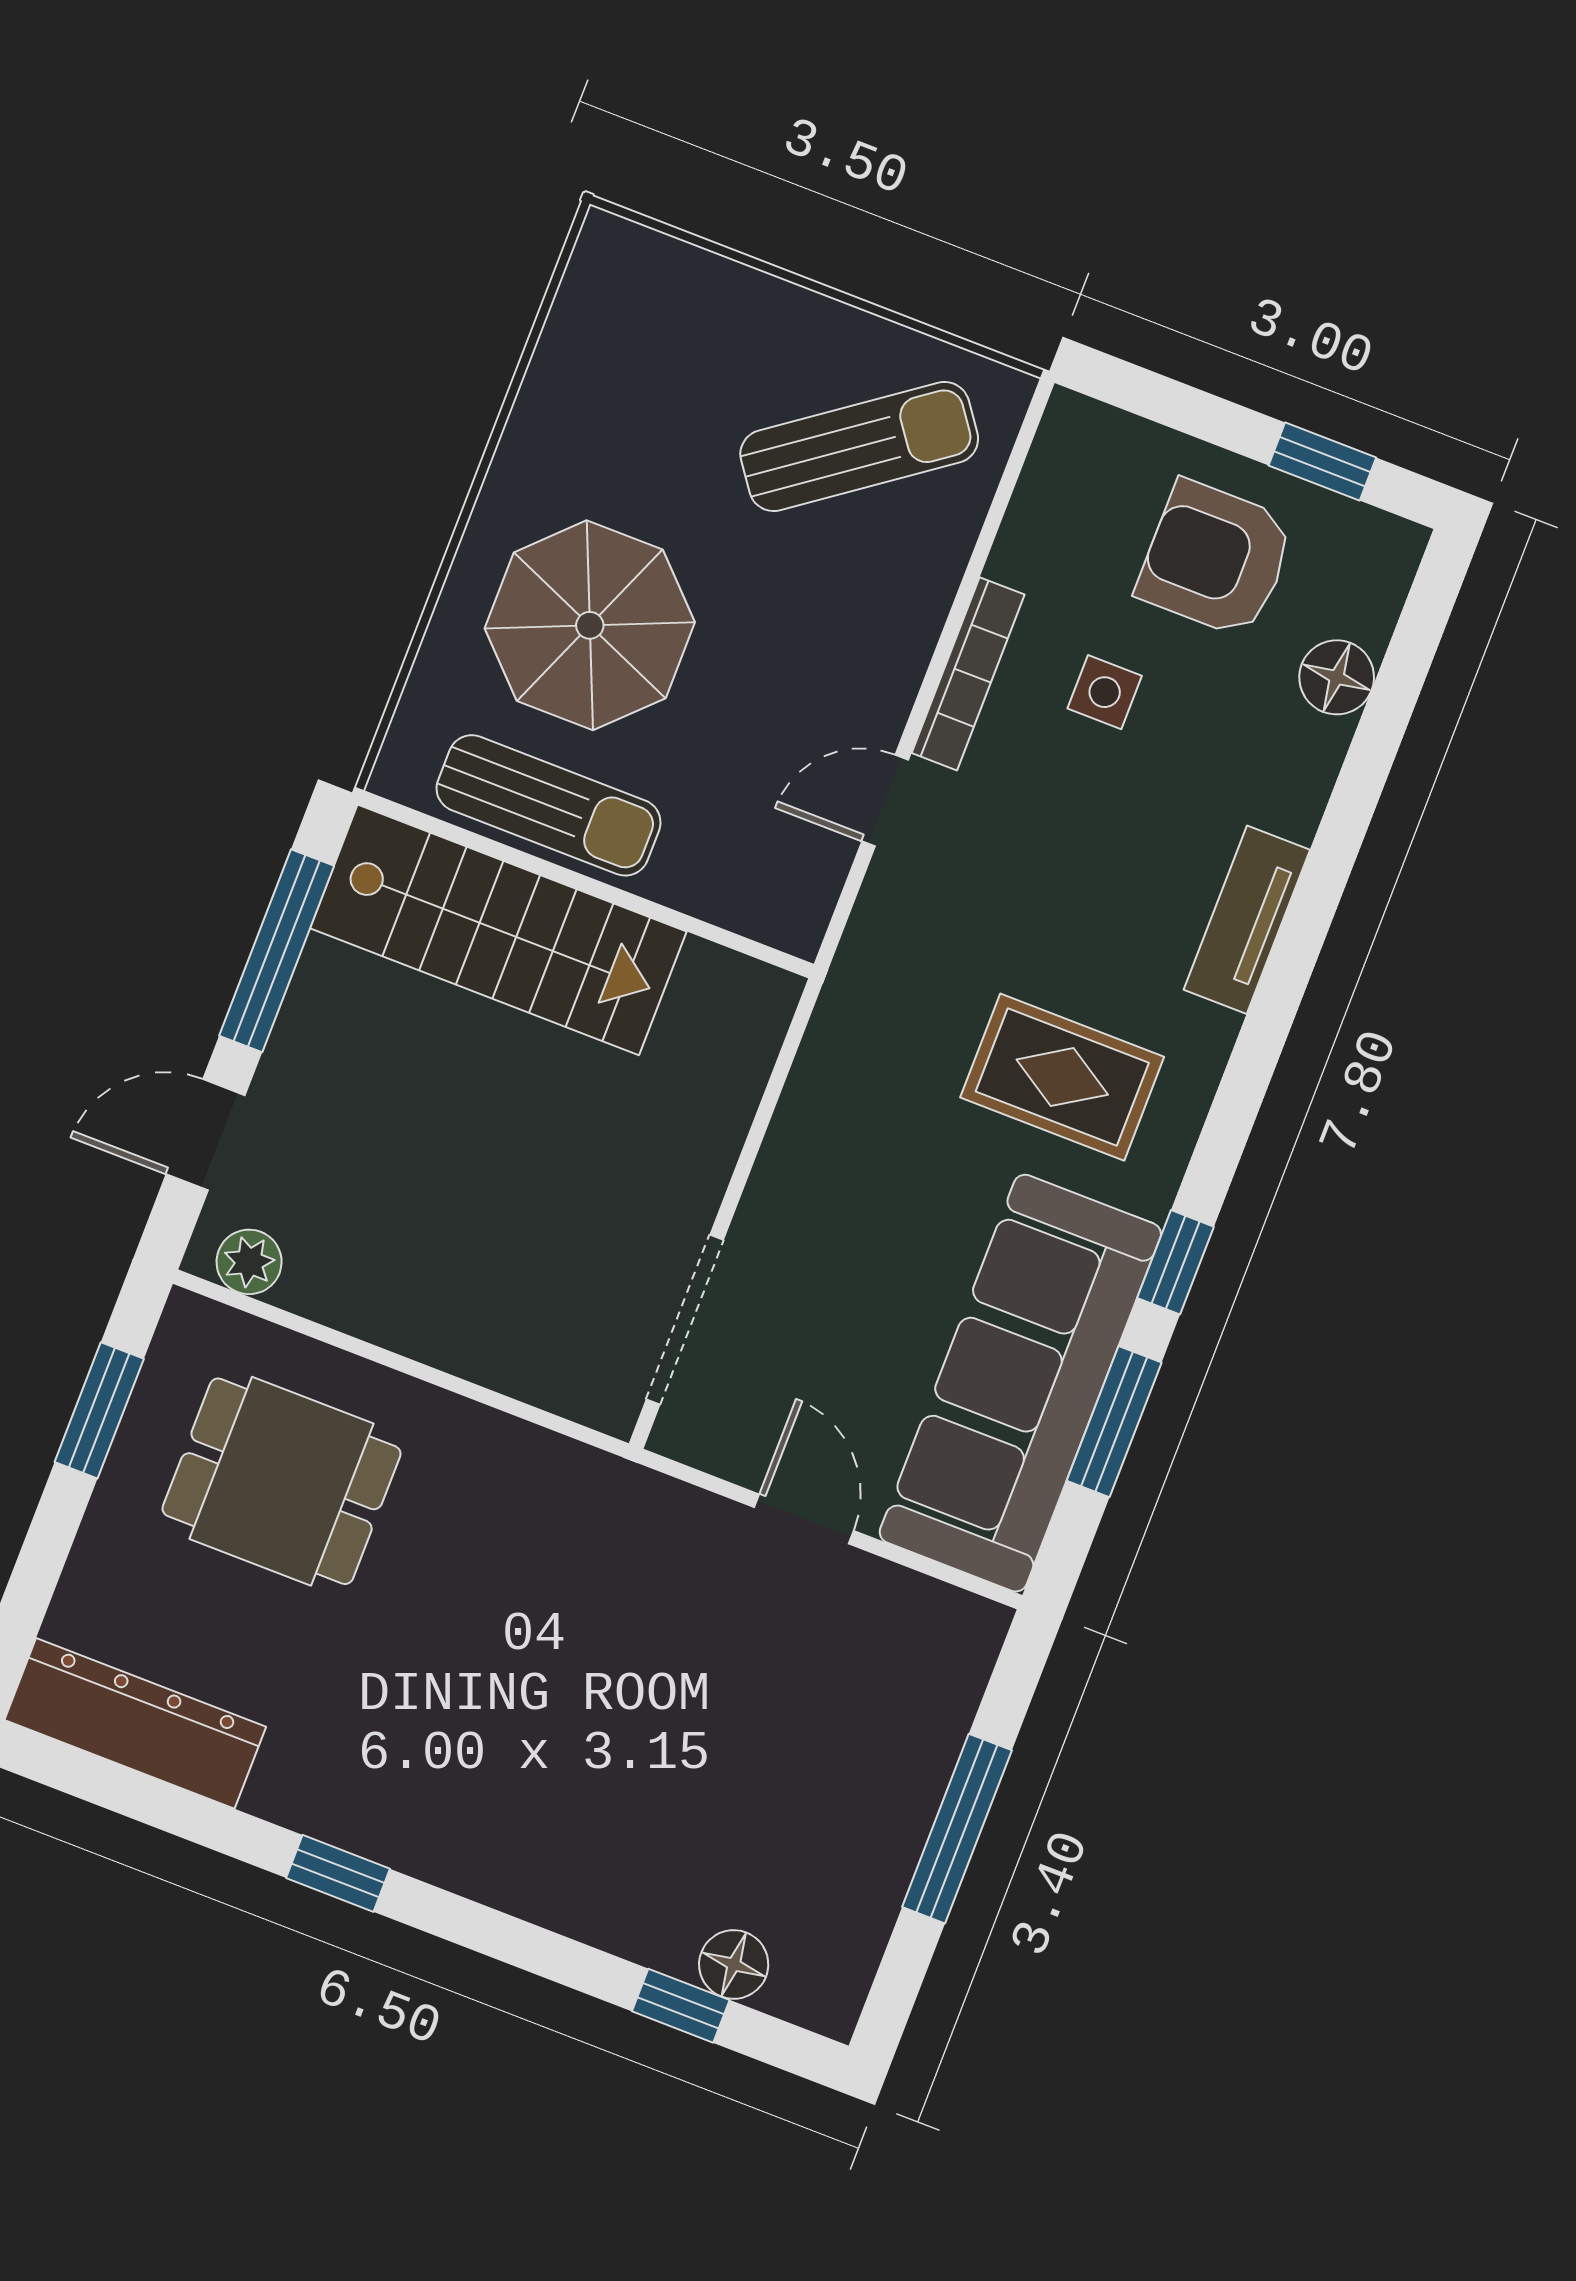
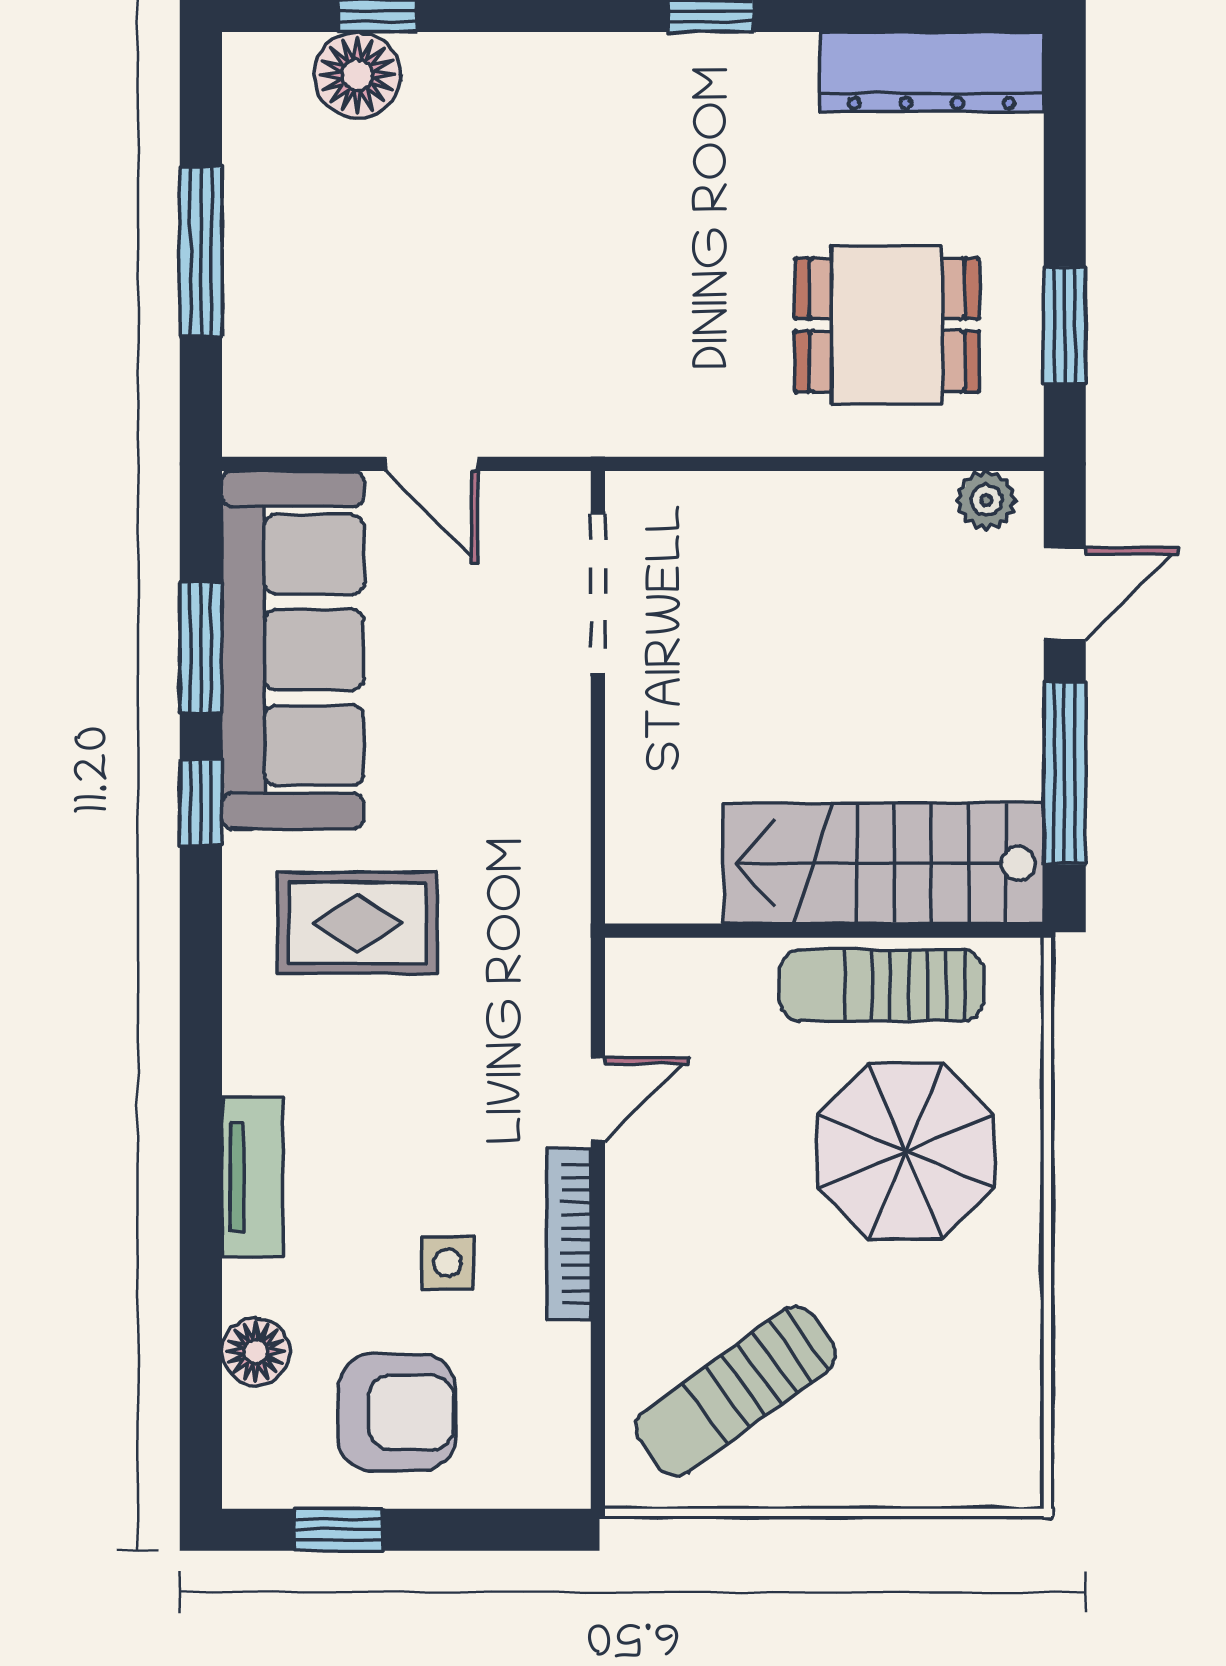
tv unit: (1247, 920) -> (252, 1177), moved
floor lamp: (734, 1964) -> (357, 75), width x1.38, depth x1.38

